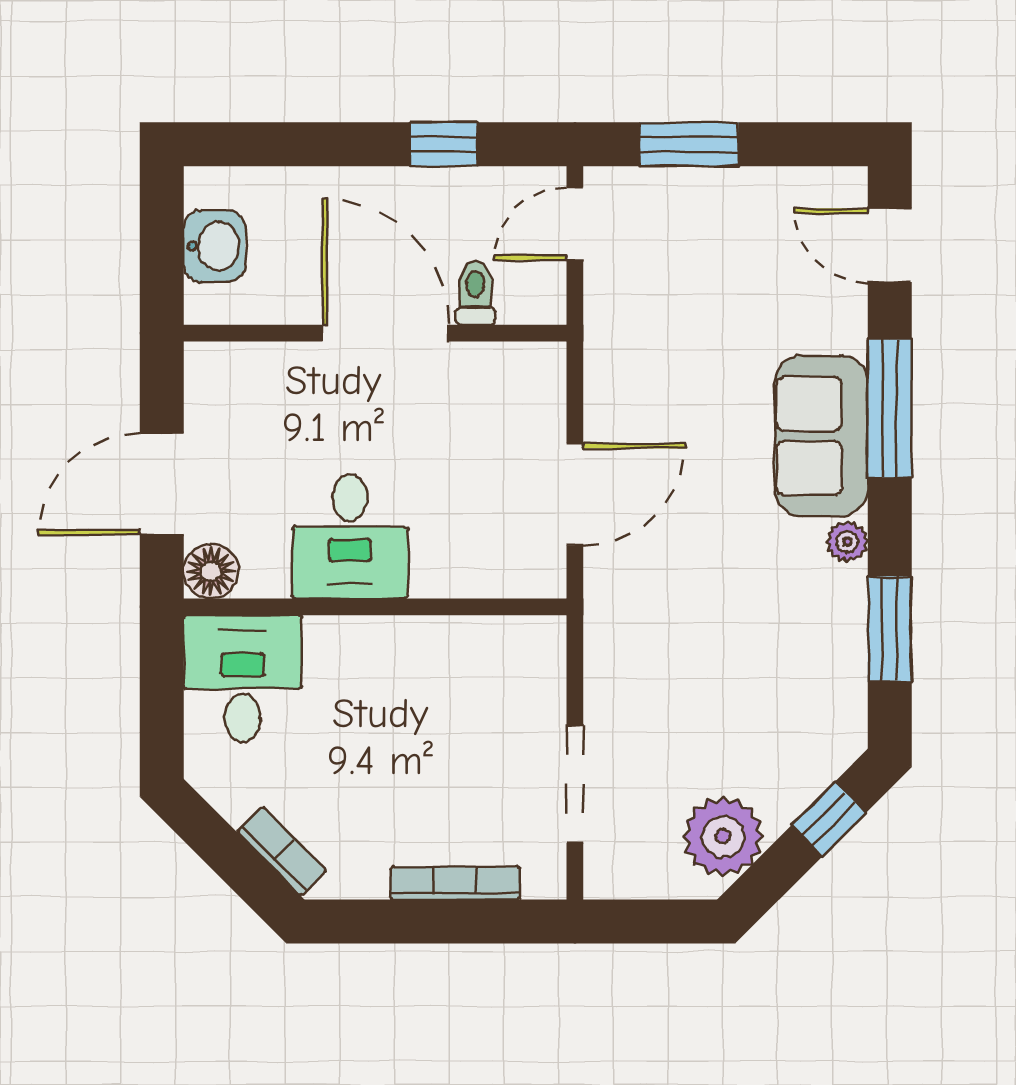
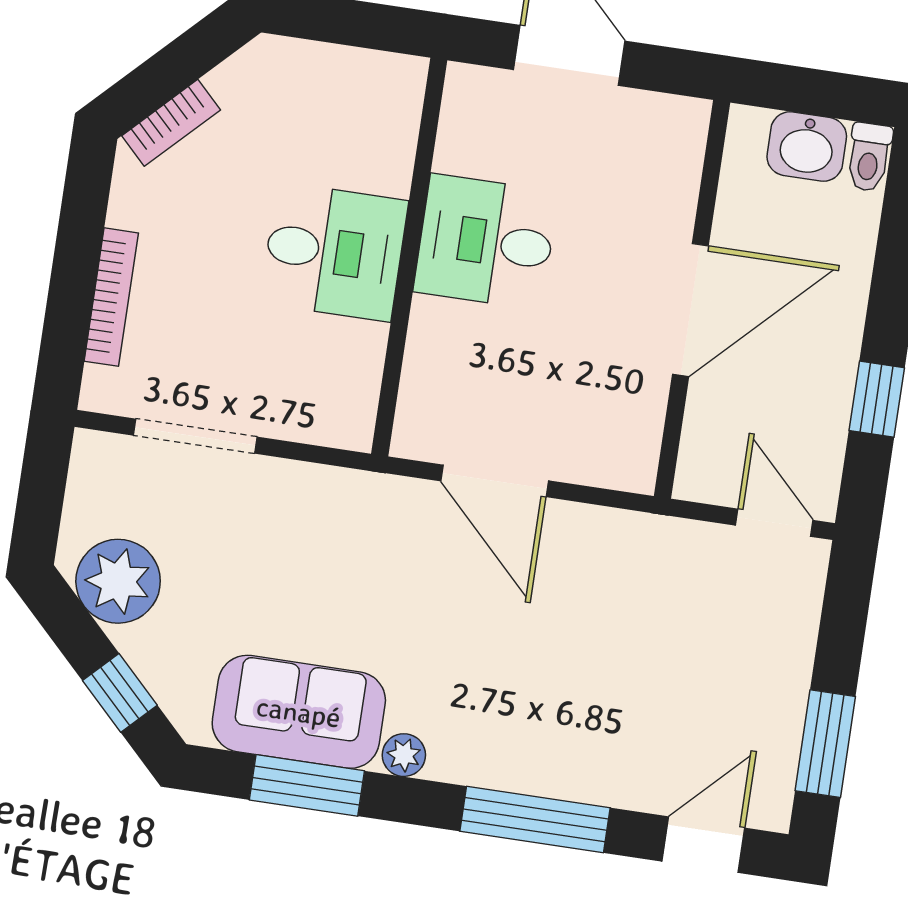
window: (689, 144) -> (825, 744), moved
toilet: (475, 293) -> (869, 157), moved, turned 90
sofa: (821, 436) -> (299, 712), moved
floor lamp: (211, 571) -> (471, 93), removed
desk: (243, 679) -> (334, 252), moved

